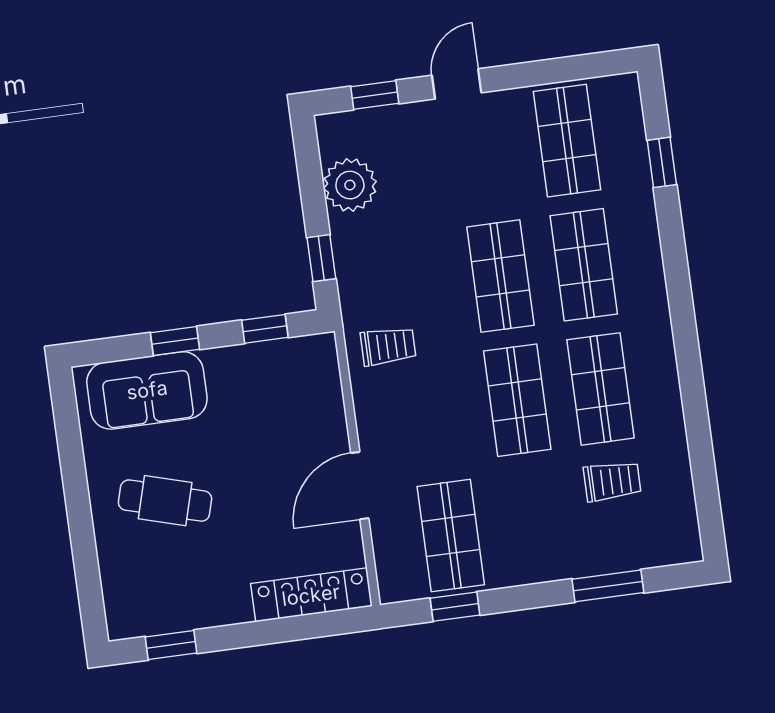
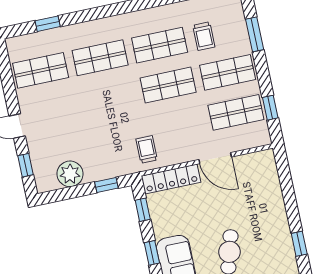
shop shelf: (500, 276) -> (228, 72), moved
trolley: (612, 481) -> (204, 36), turned 180
locker: (311, 595) -> (171, 179), moved, turned -90

